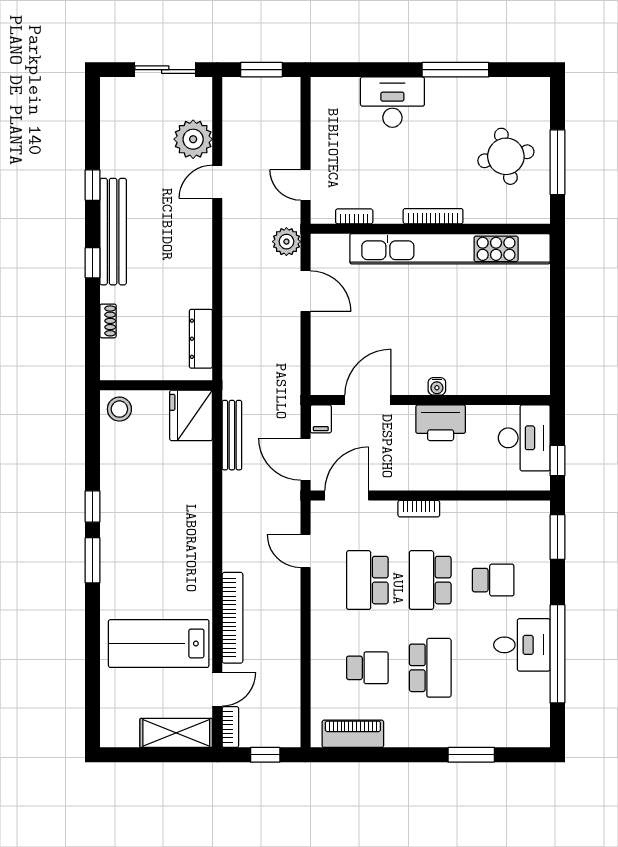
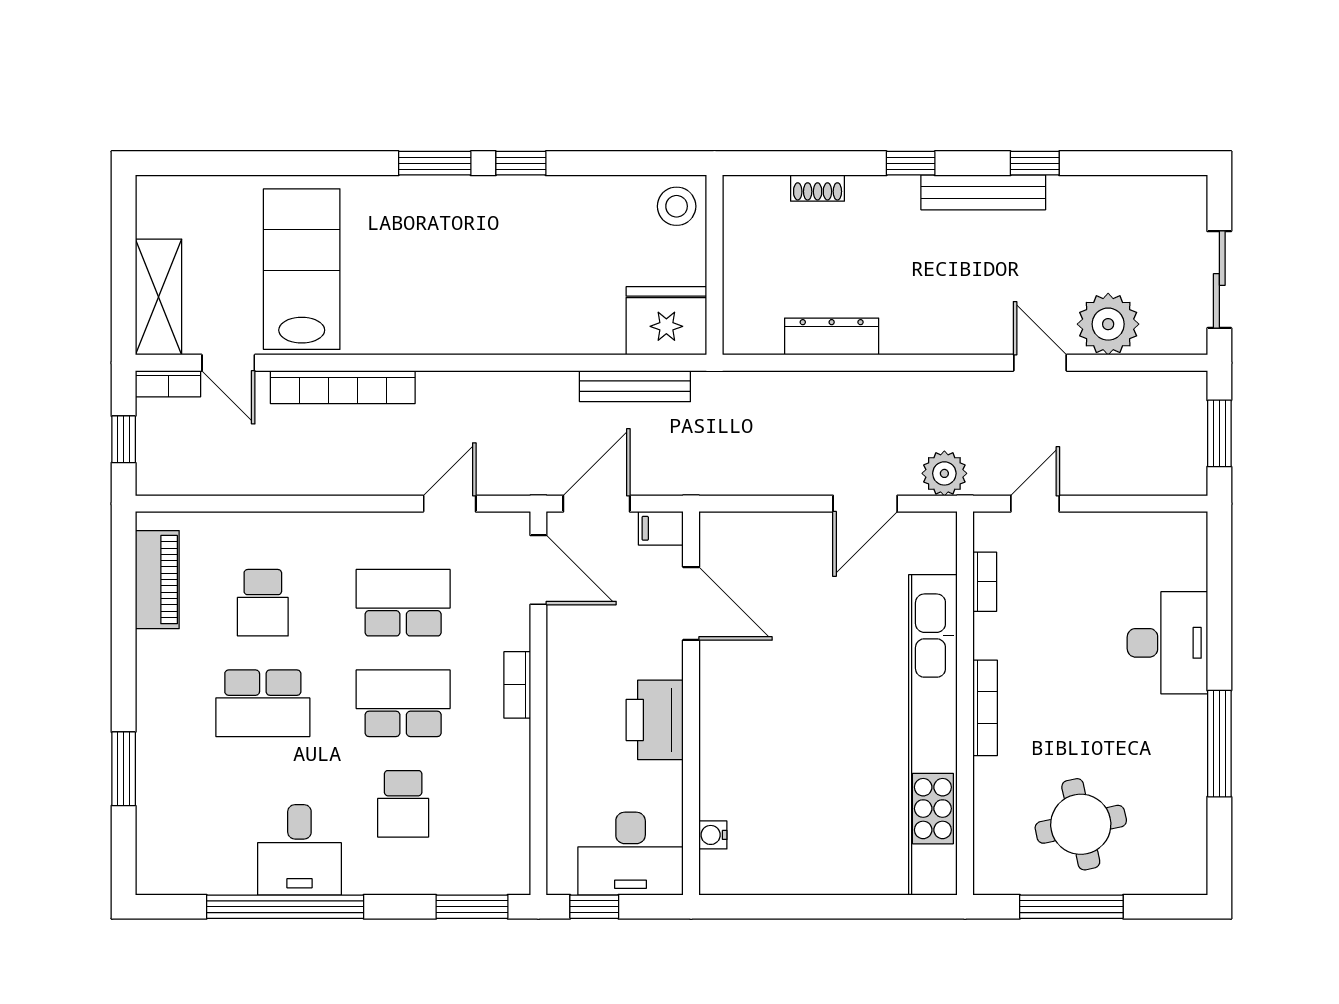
bench: (113, 232) -> (983, 192), width x0.73, depth x0.82
dresser: (201, 339) -> (832, 337), moved
water cooler: (437, 386) -> (713, 835), moved

